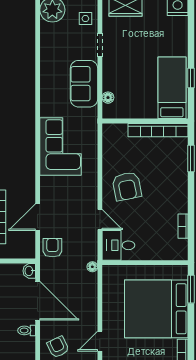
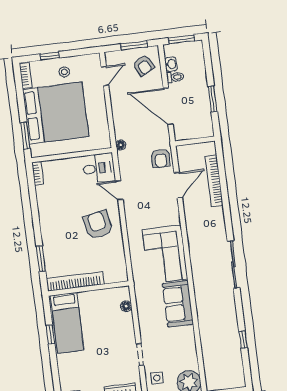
sofa: (84, 84) -> (178, 304), moved, turned 180
bookcase: (183, 226) -> (38, 173), moved
washbasin: (29, 271) -> (171, 64), moved
stool: (142, 351) -> (64, 72), added

